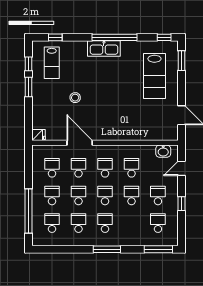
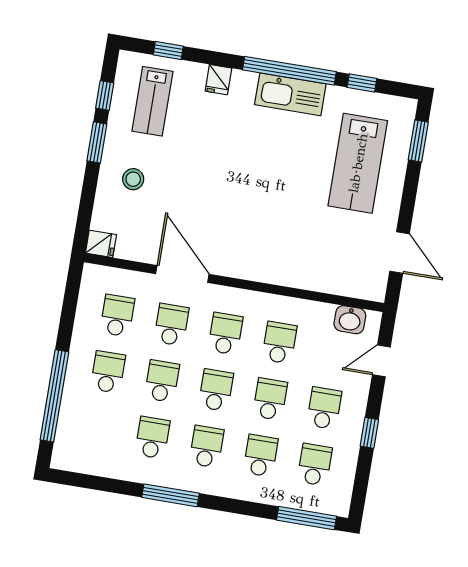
window: (164, 37) -> (362, 83), moved
fridge: (81, 47) -> (218, 80), added
kitchen sink: (104, 49) -> (290, 94), moved
stool: (75, 98) -> (133, 179), moved
school desk: (52, 223) -> (261, 456), moved
window: (107, 249) -> (170, 495), moved

